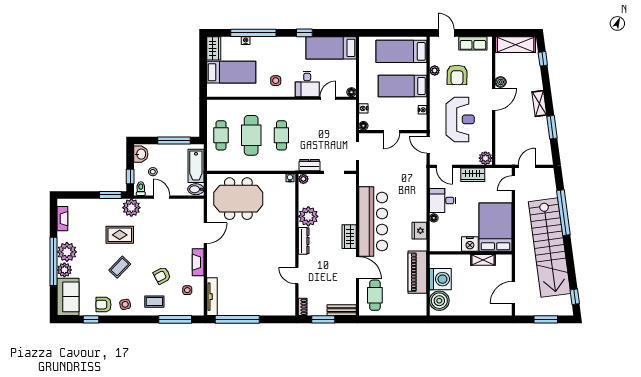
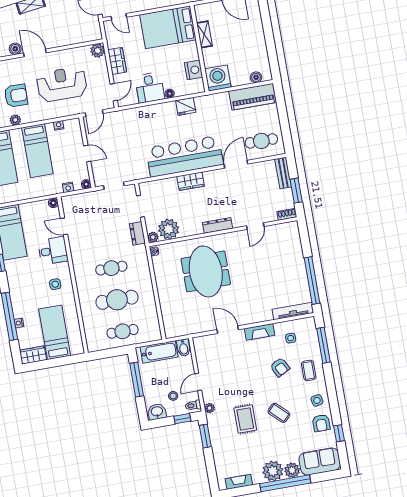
meeting table: (238, 199) -> (206, 271), moved
plant: (131, 208) -> (210, 408), width x0.53, depth x0.53
plant: (308, 216) -> (169, 229), moved
wardrobe: (349, 237) -> (191, 181), moved
nightstand: (470, 244) -> (194, 70), moved
piano: (417, 272) -> (253, 97), moved
washing machine: (440, 279) -> (218, 78), moved
boiler: (439, 301) -> (256, 77), width x0.54, depth x0.54

